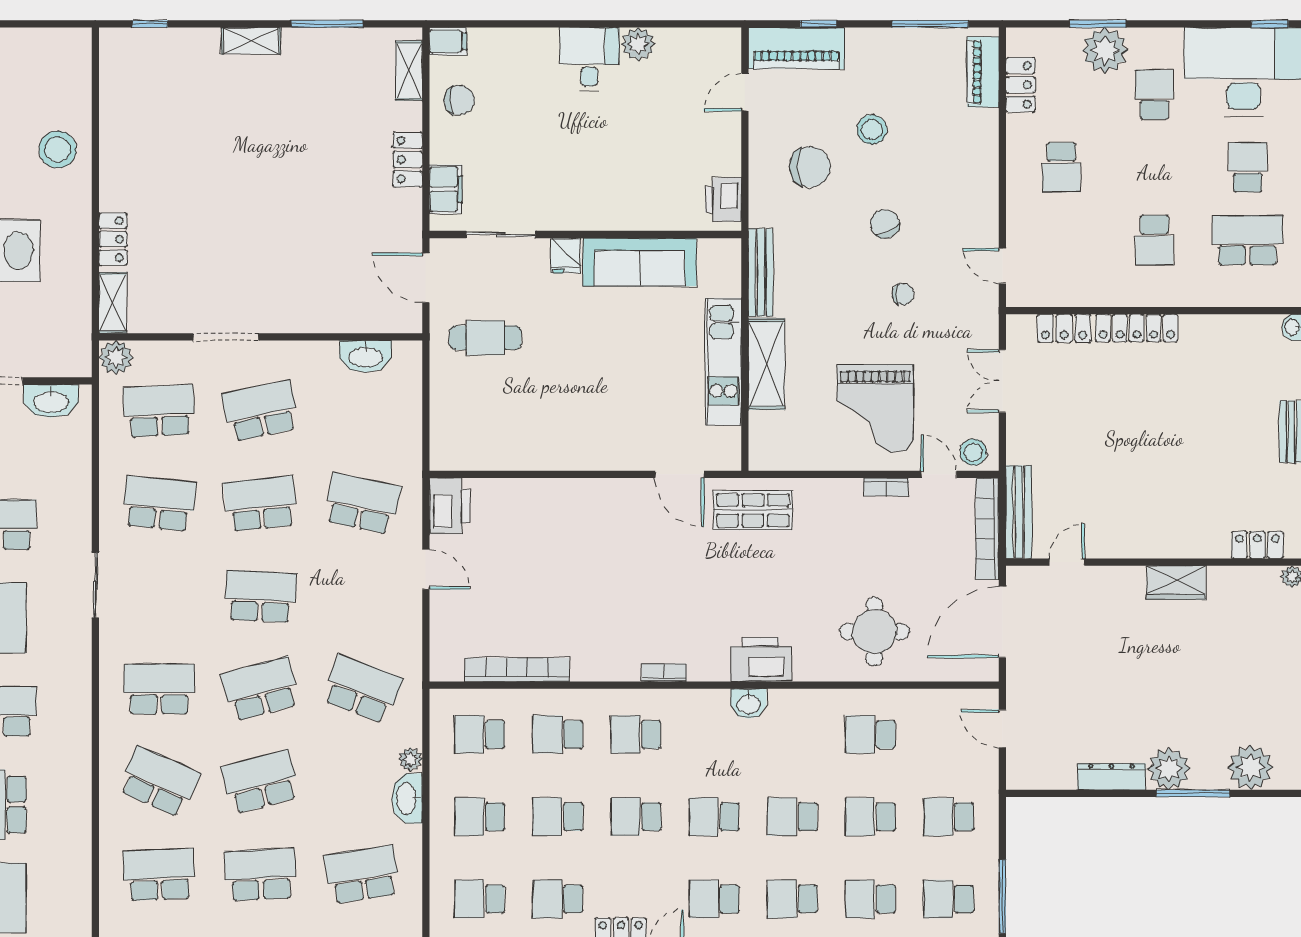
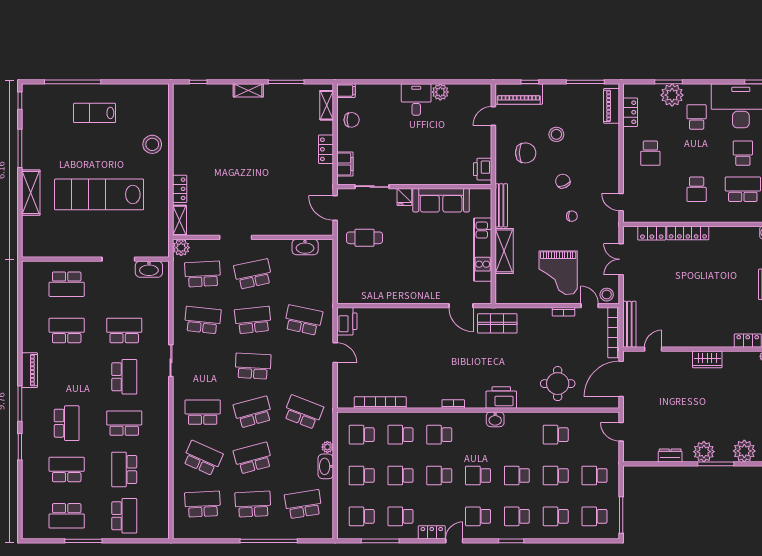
dresser: (1112, 777) -> (670, 456), width x0.70

